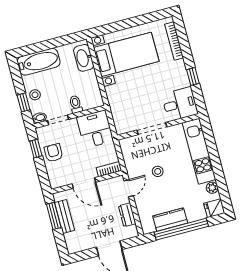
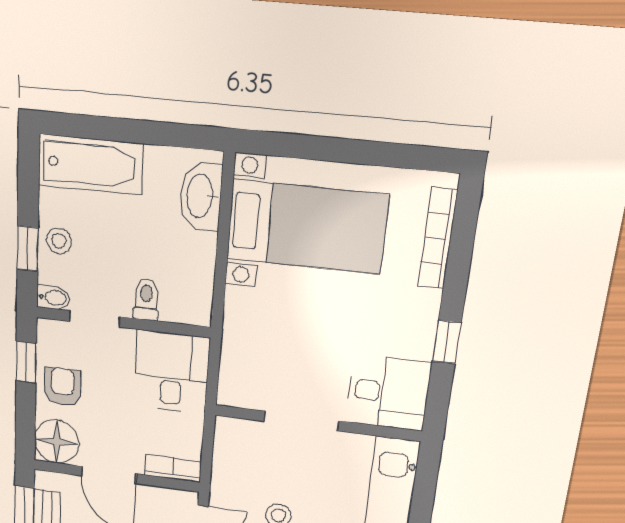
floor lamp: (58, 177) -> (57, 442), added

